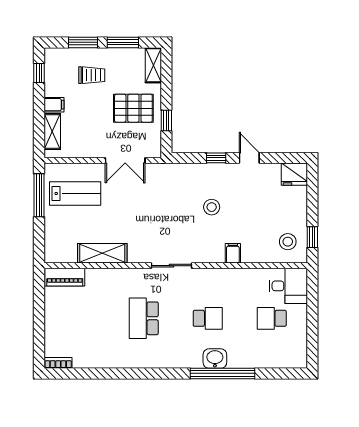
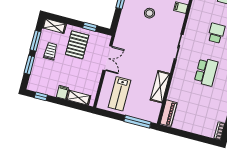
trolley: (92, 75) -> (51, 51), moved
lab bench: (75, 193) -> (120, 94), turned 180
window: (39, 195) -> (137, 122), moved
school desk: (144, 318) -> (206, 72), turned -90

